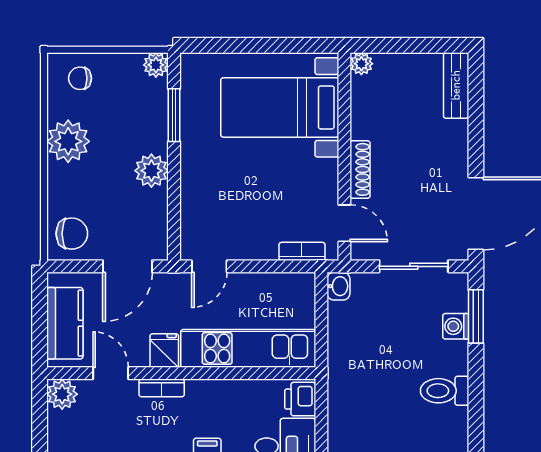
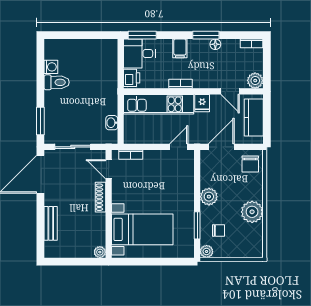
chair: (80, 78) -> (218, 231), moved
bench: (456, 85) -> (51, 223), moved
chair: (72, 234) -> (250, 164), turned -90
washbasin: (338, 286) -> (112, 123), moved
washing machine: (456, 326) -> (51, 67), moved
bookcase: (162, 388) -> (181, 84), moved

